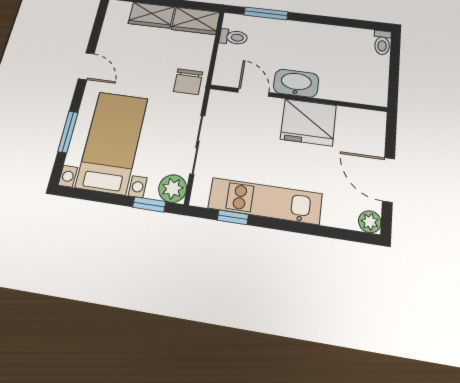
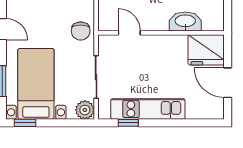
washbasin: (296, 83) -> (185, 21), moved
fridge: (308, 122) -> (206, 50), moved
window: (149, 204) -> (25, 123), moved
plant: (370, 222) -> (217, 112), removed

